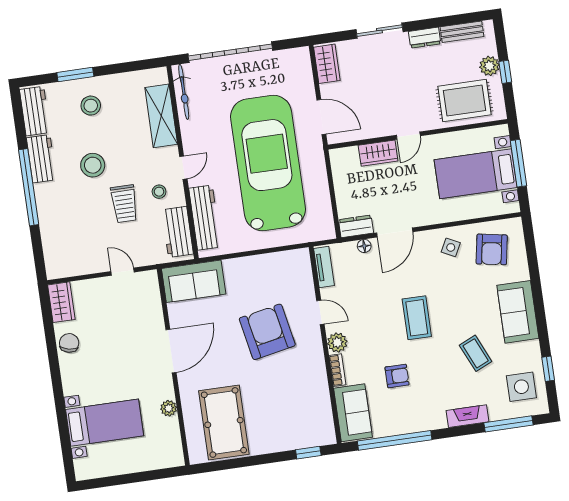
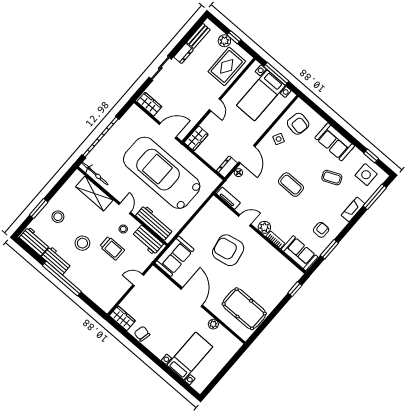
wardrobe: (378, 153) -> (196, 138), moved
armchair: (397, 376) -> (321, 230), moved
window: (395, 440) -> (329, 249), width x0.47

